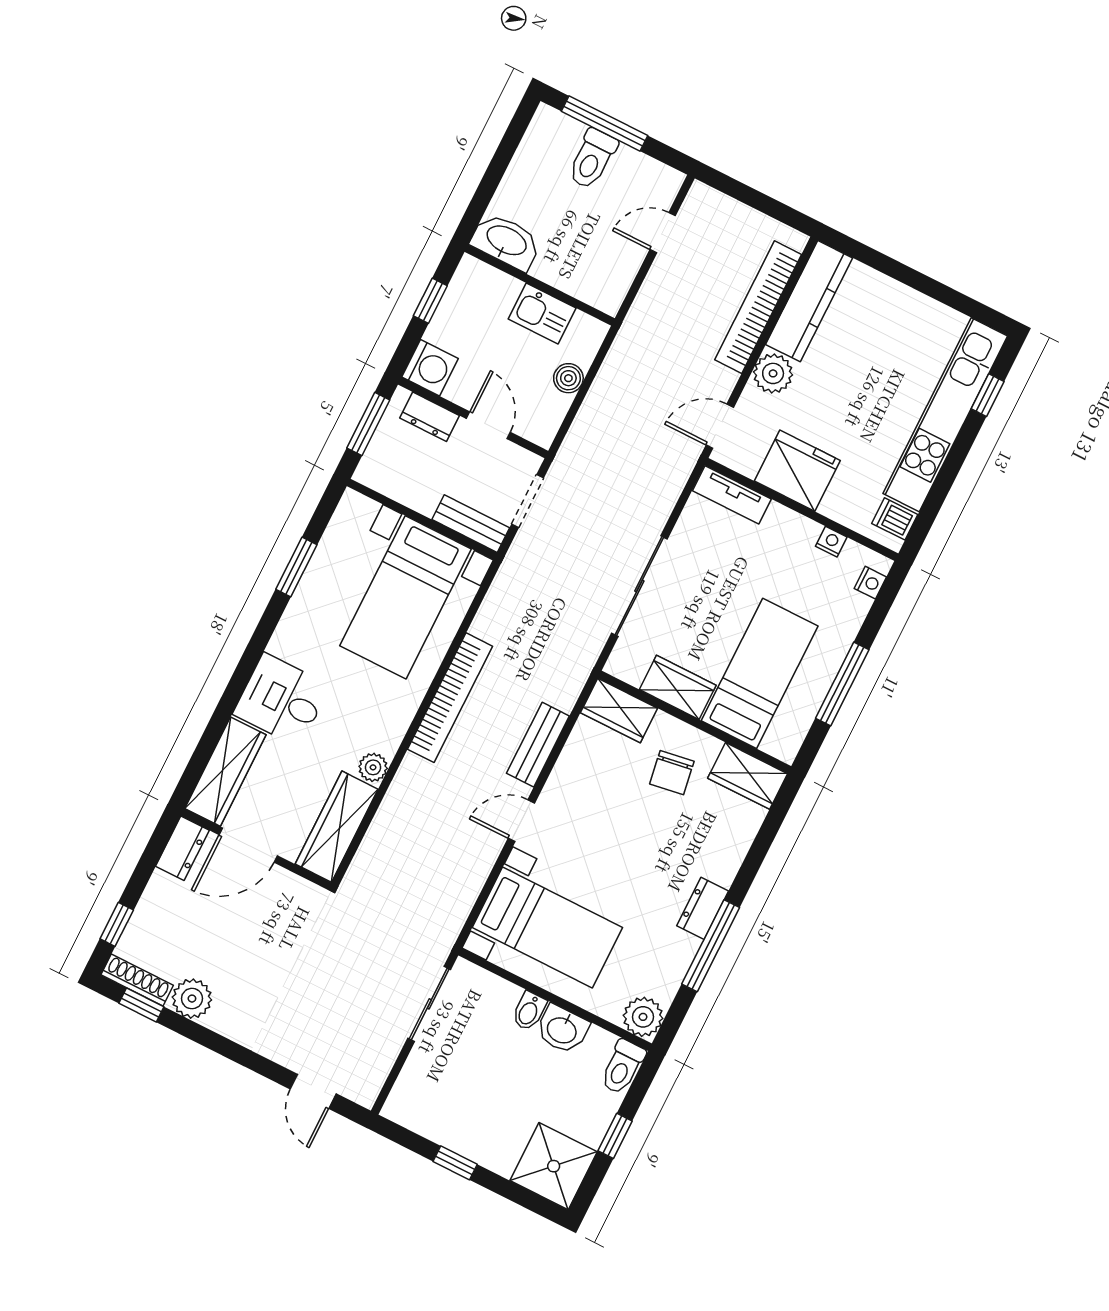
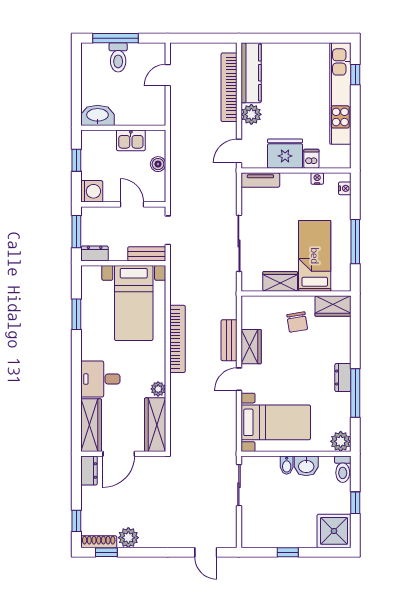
dresser: (430, 417) -> (95, 253), moved, turned 180
dishwasher: (895, 519) -> (311, 159), moved, turned 90
wardrobe: (619, 710) -> (251, 347), moved, turned -90

